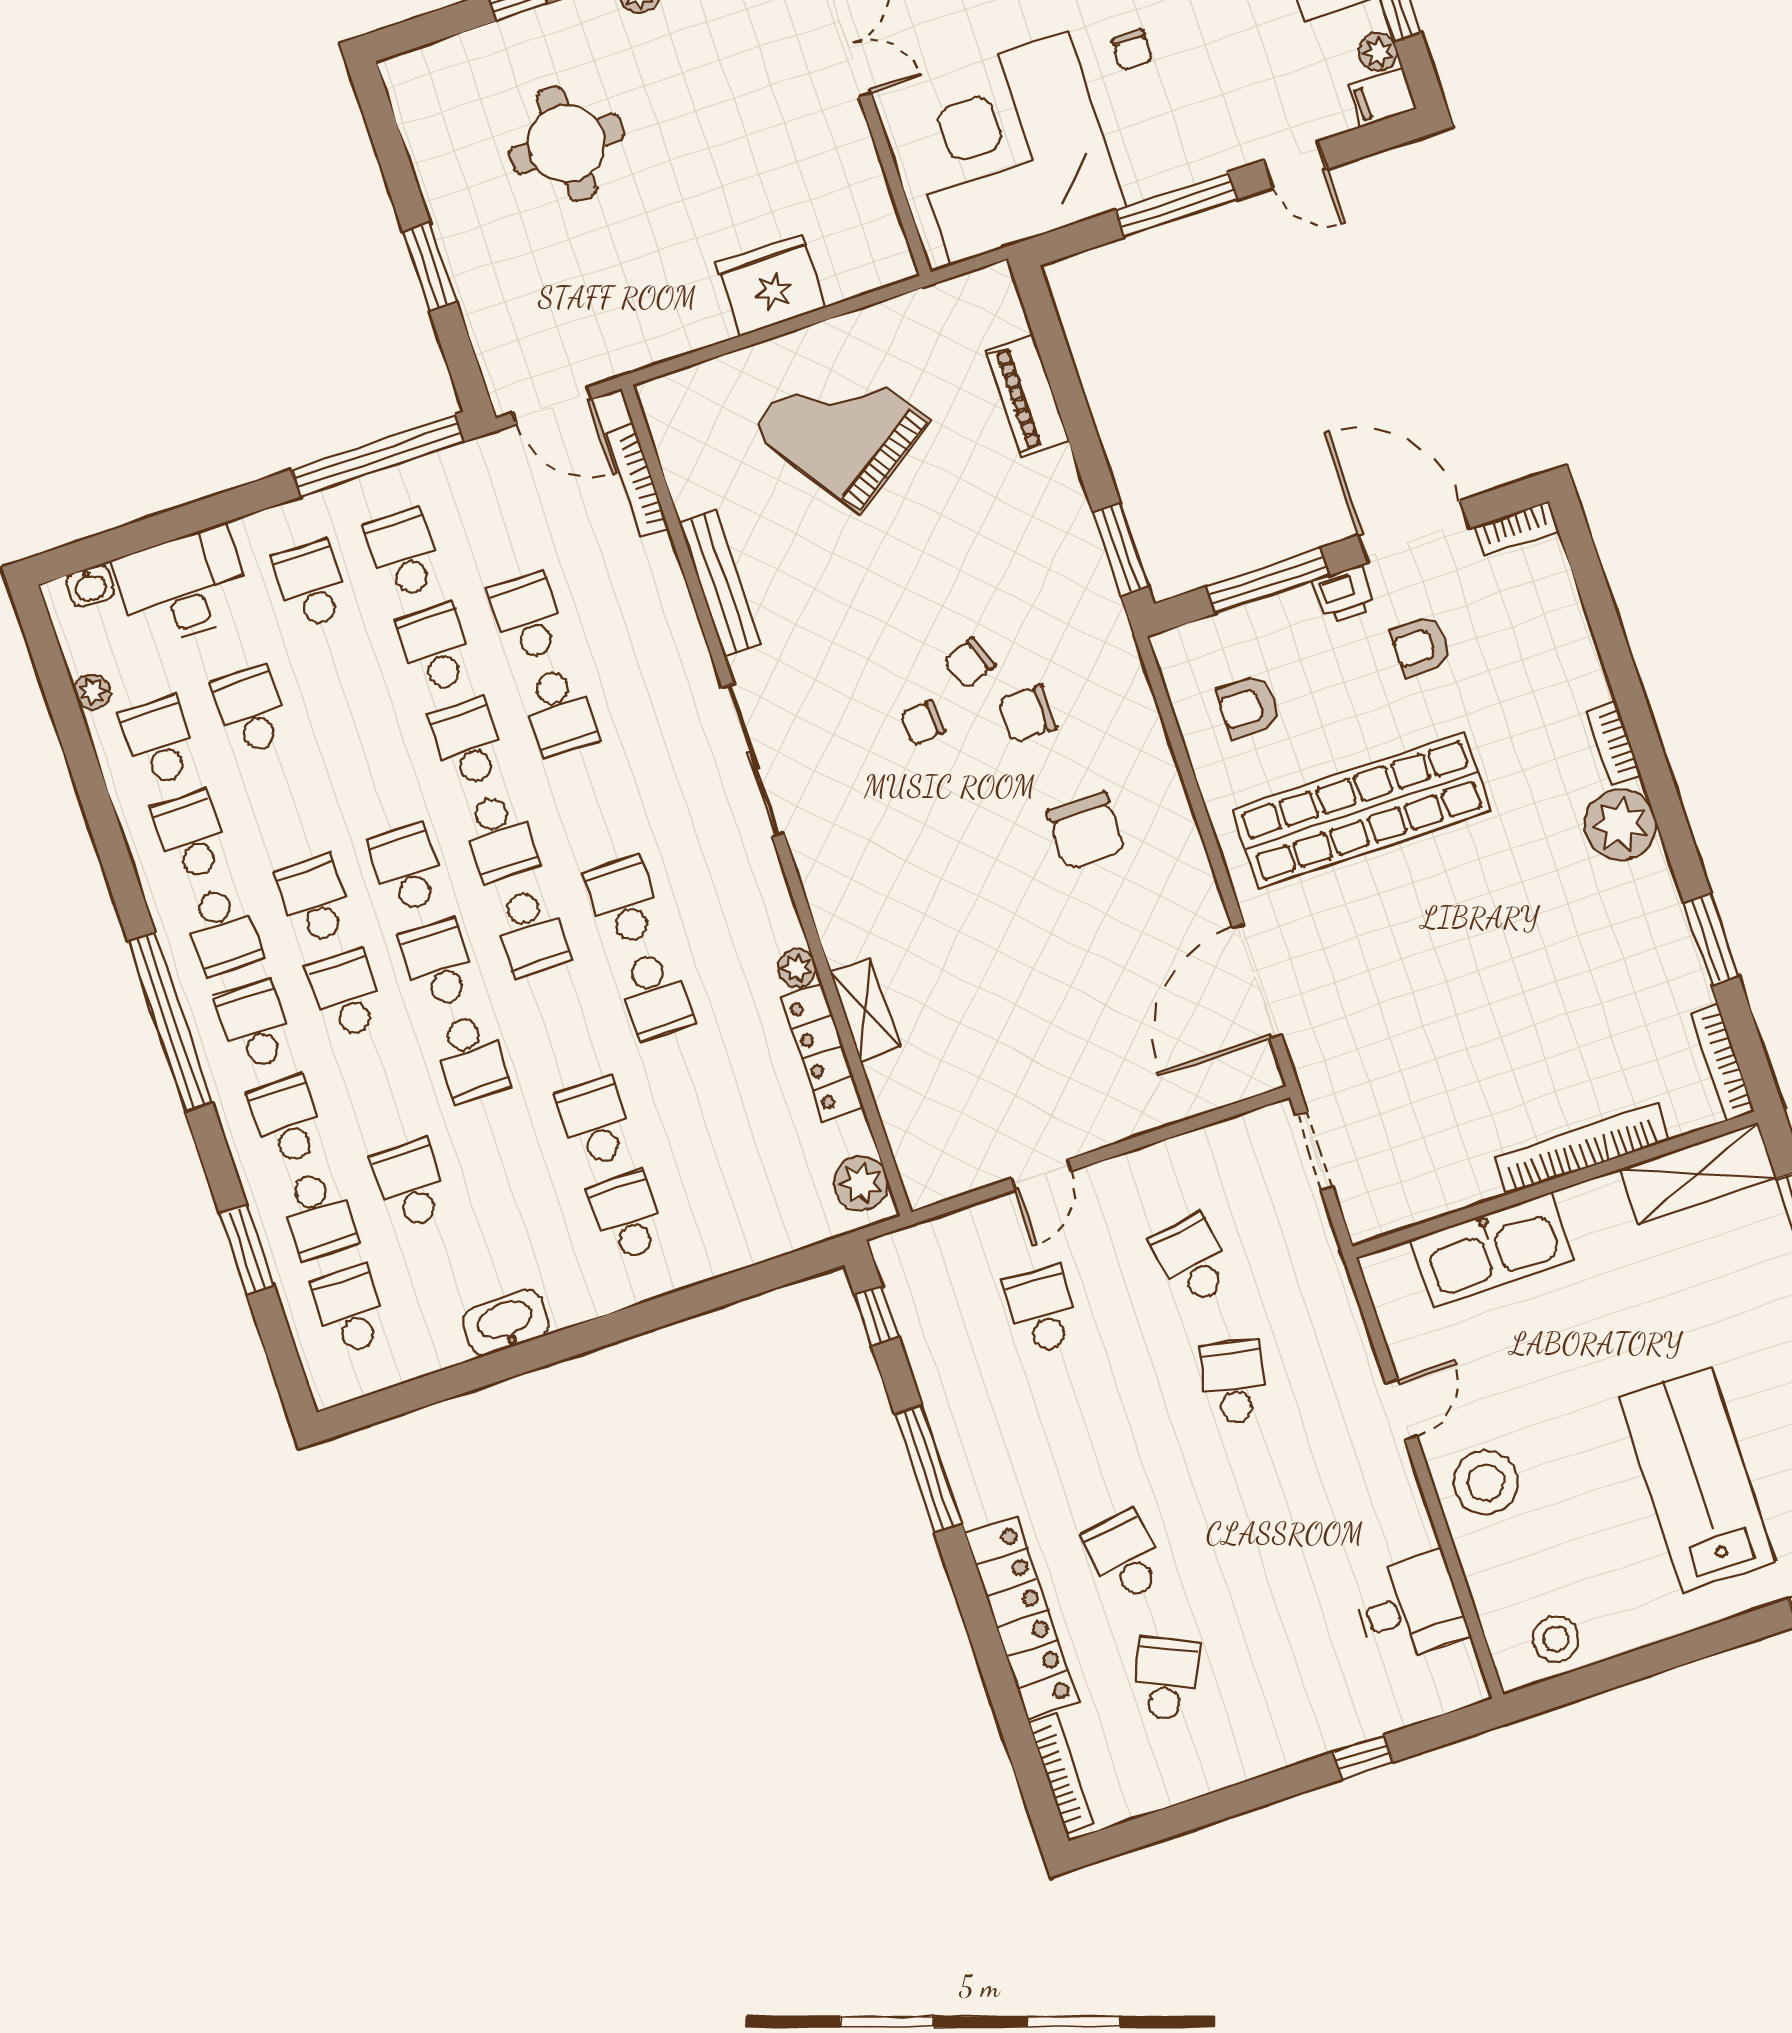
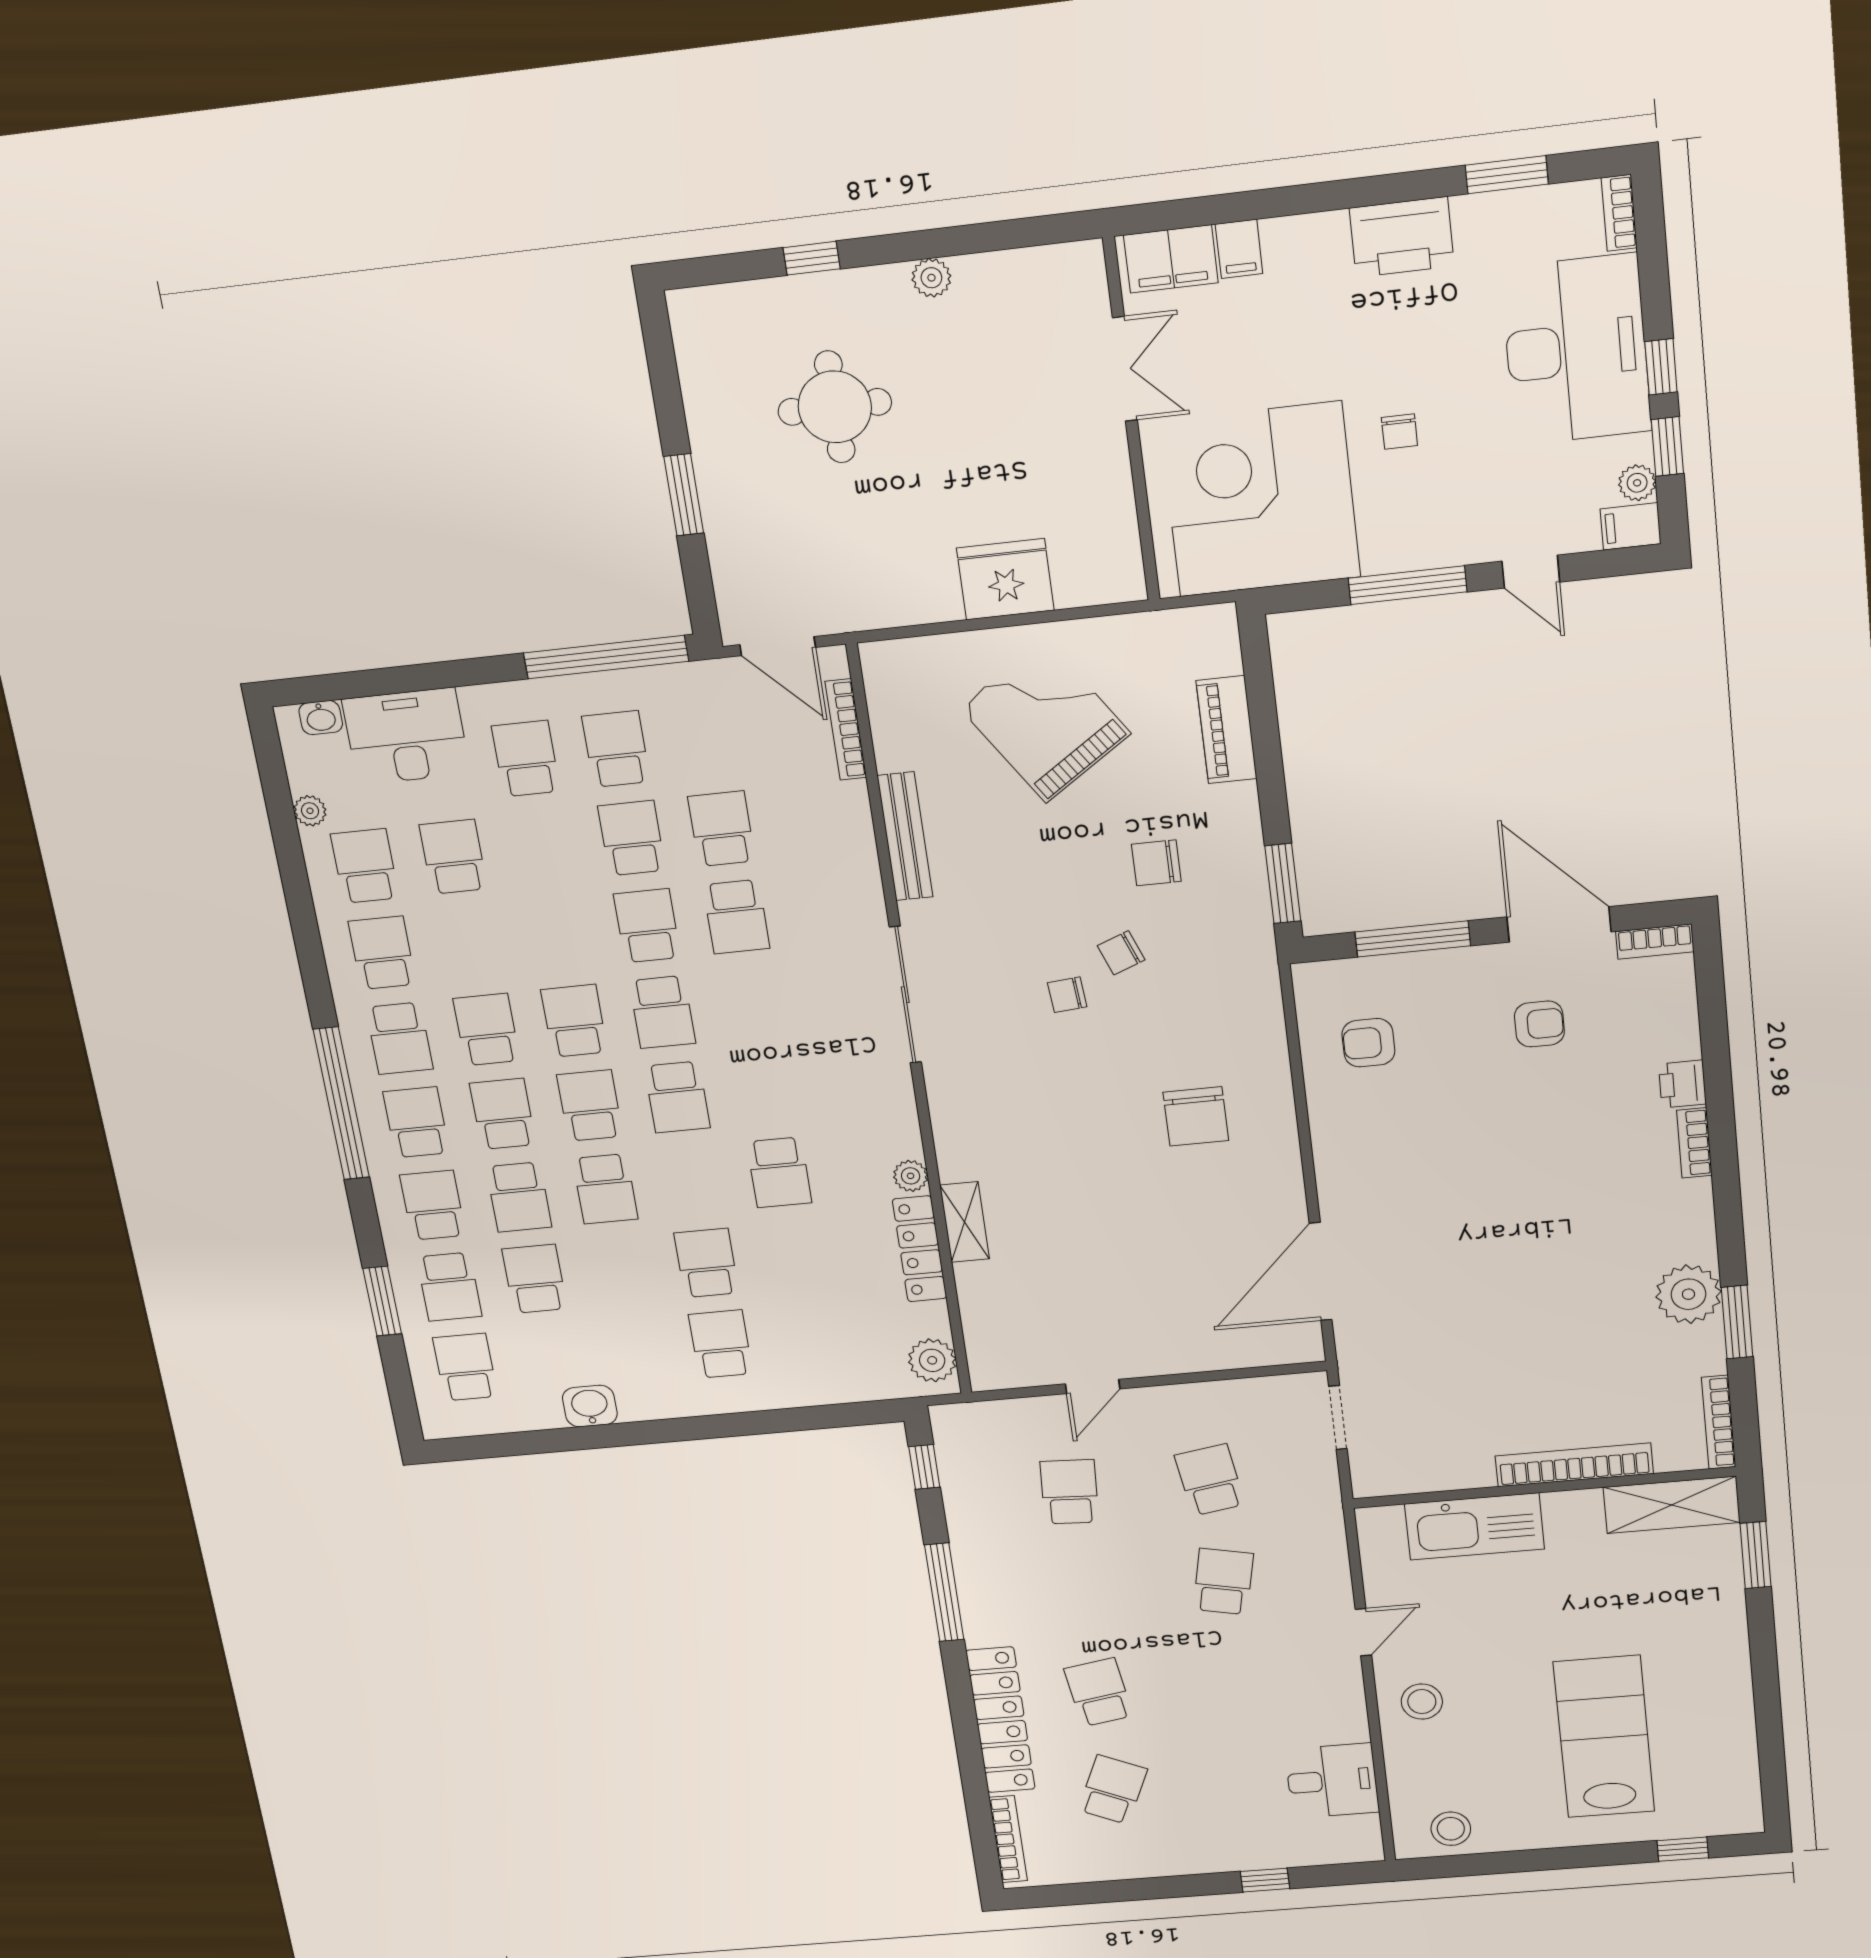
printer: (1344, 595) -> (1682, 1084), moved, turned 90
armchair: (1420, 646) -> (1539, 1024), turned 180
chair: (1027, 714) -> (1156, 863), moved
shop shelf: (1362, 811) -> (1450, 1151), removed
plant: (1620, 825) -> (1688, 1294), moved
school desk: (624, 901) -> (519, 1197), moved, turned 180
washbasin: (506, 1323) -> (590, 1406), width x0.72
stool: (1486, 1482) -> (1422, 1702), width x0.73, depth x0.73

